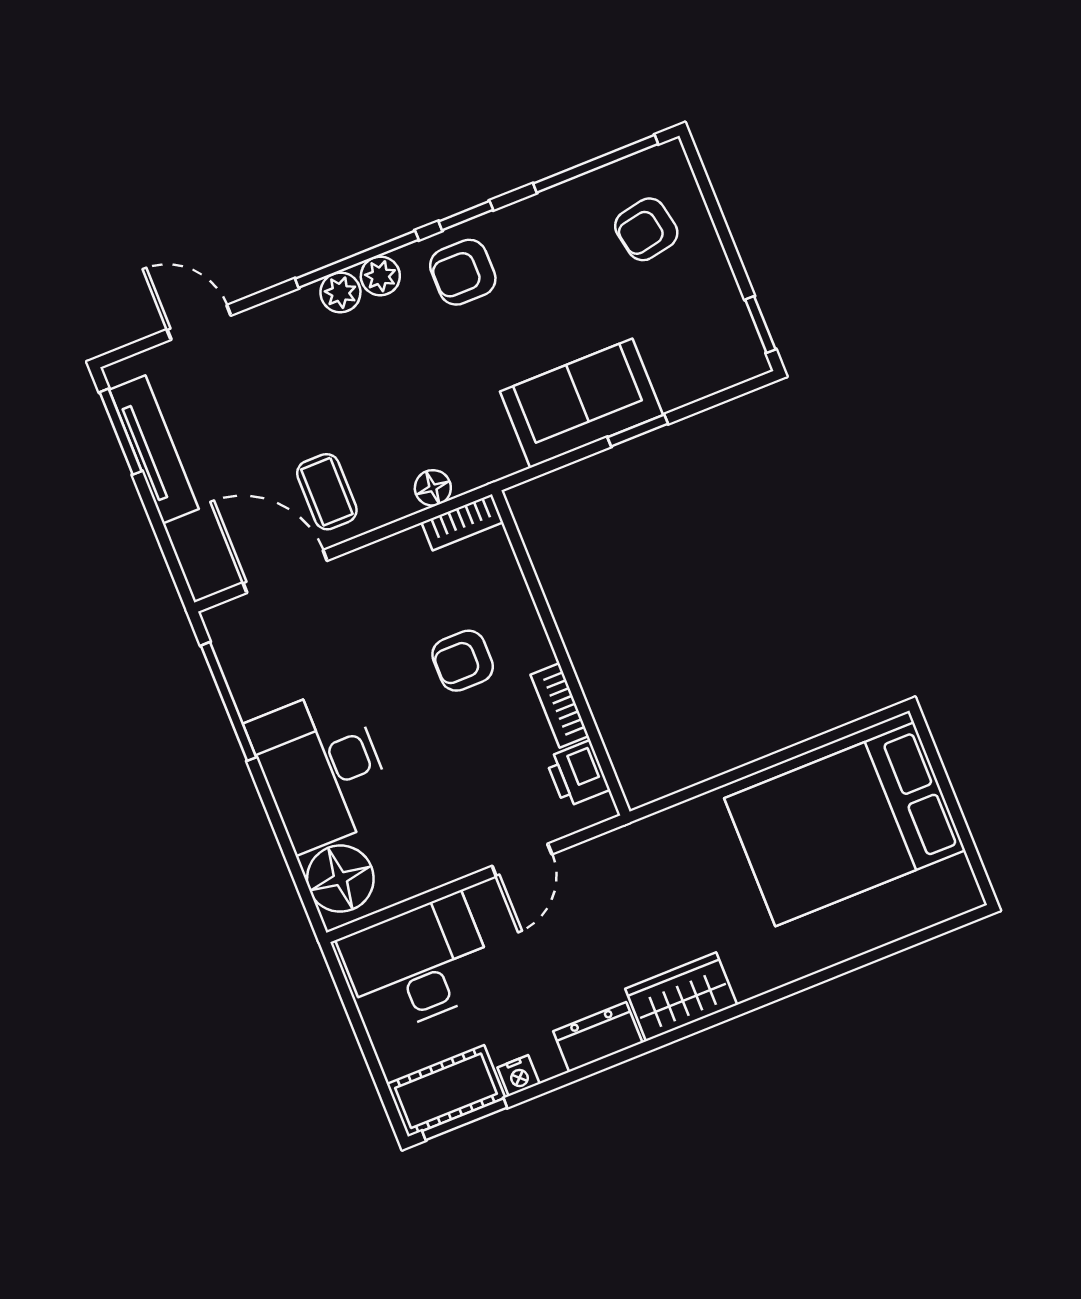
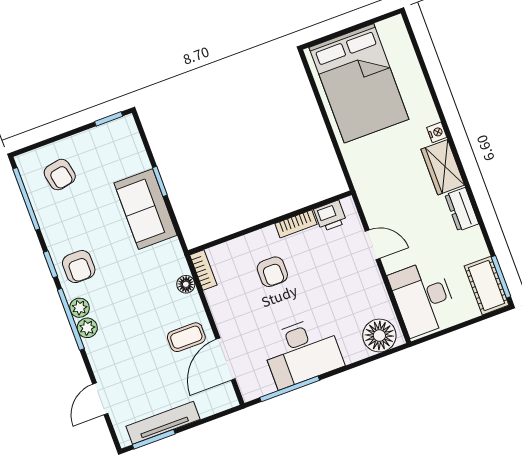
desk: (321, 769) -> (302, 352), moved
nightstand: (519, 1076) -> (437, 132), moved

